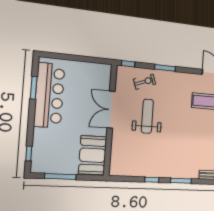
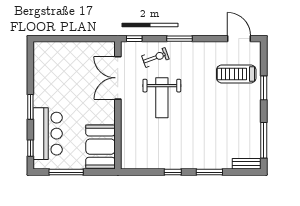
window: (34, 88) -> (30, 107), moved
bar counter: (49, 95) -> (48, 134), moved, width x0.73
double door: (111, 110) -> (118, 78), moved
weight bench: (147, 116) -> (162, 98), turned 180

